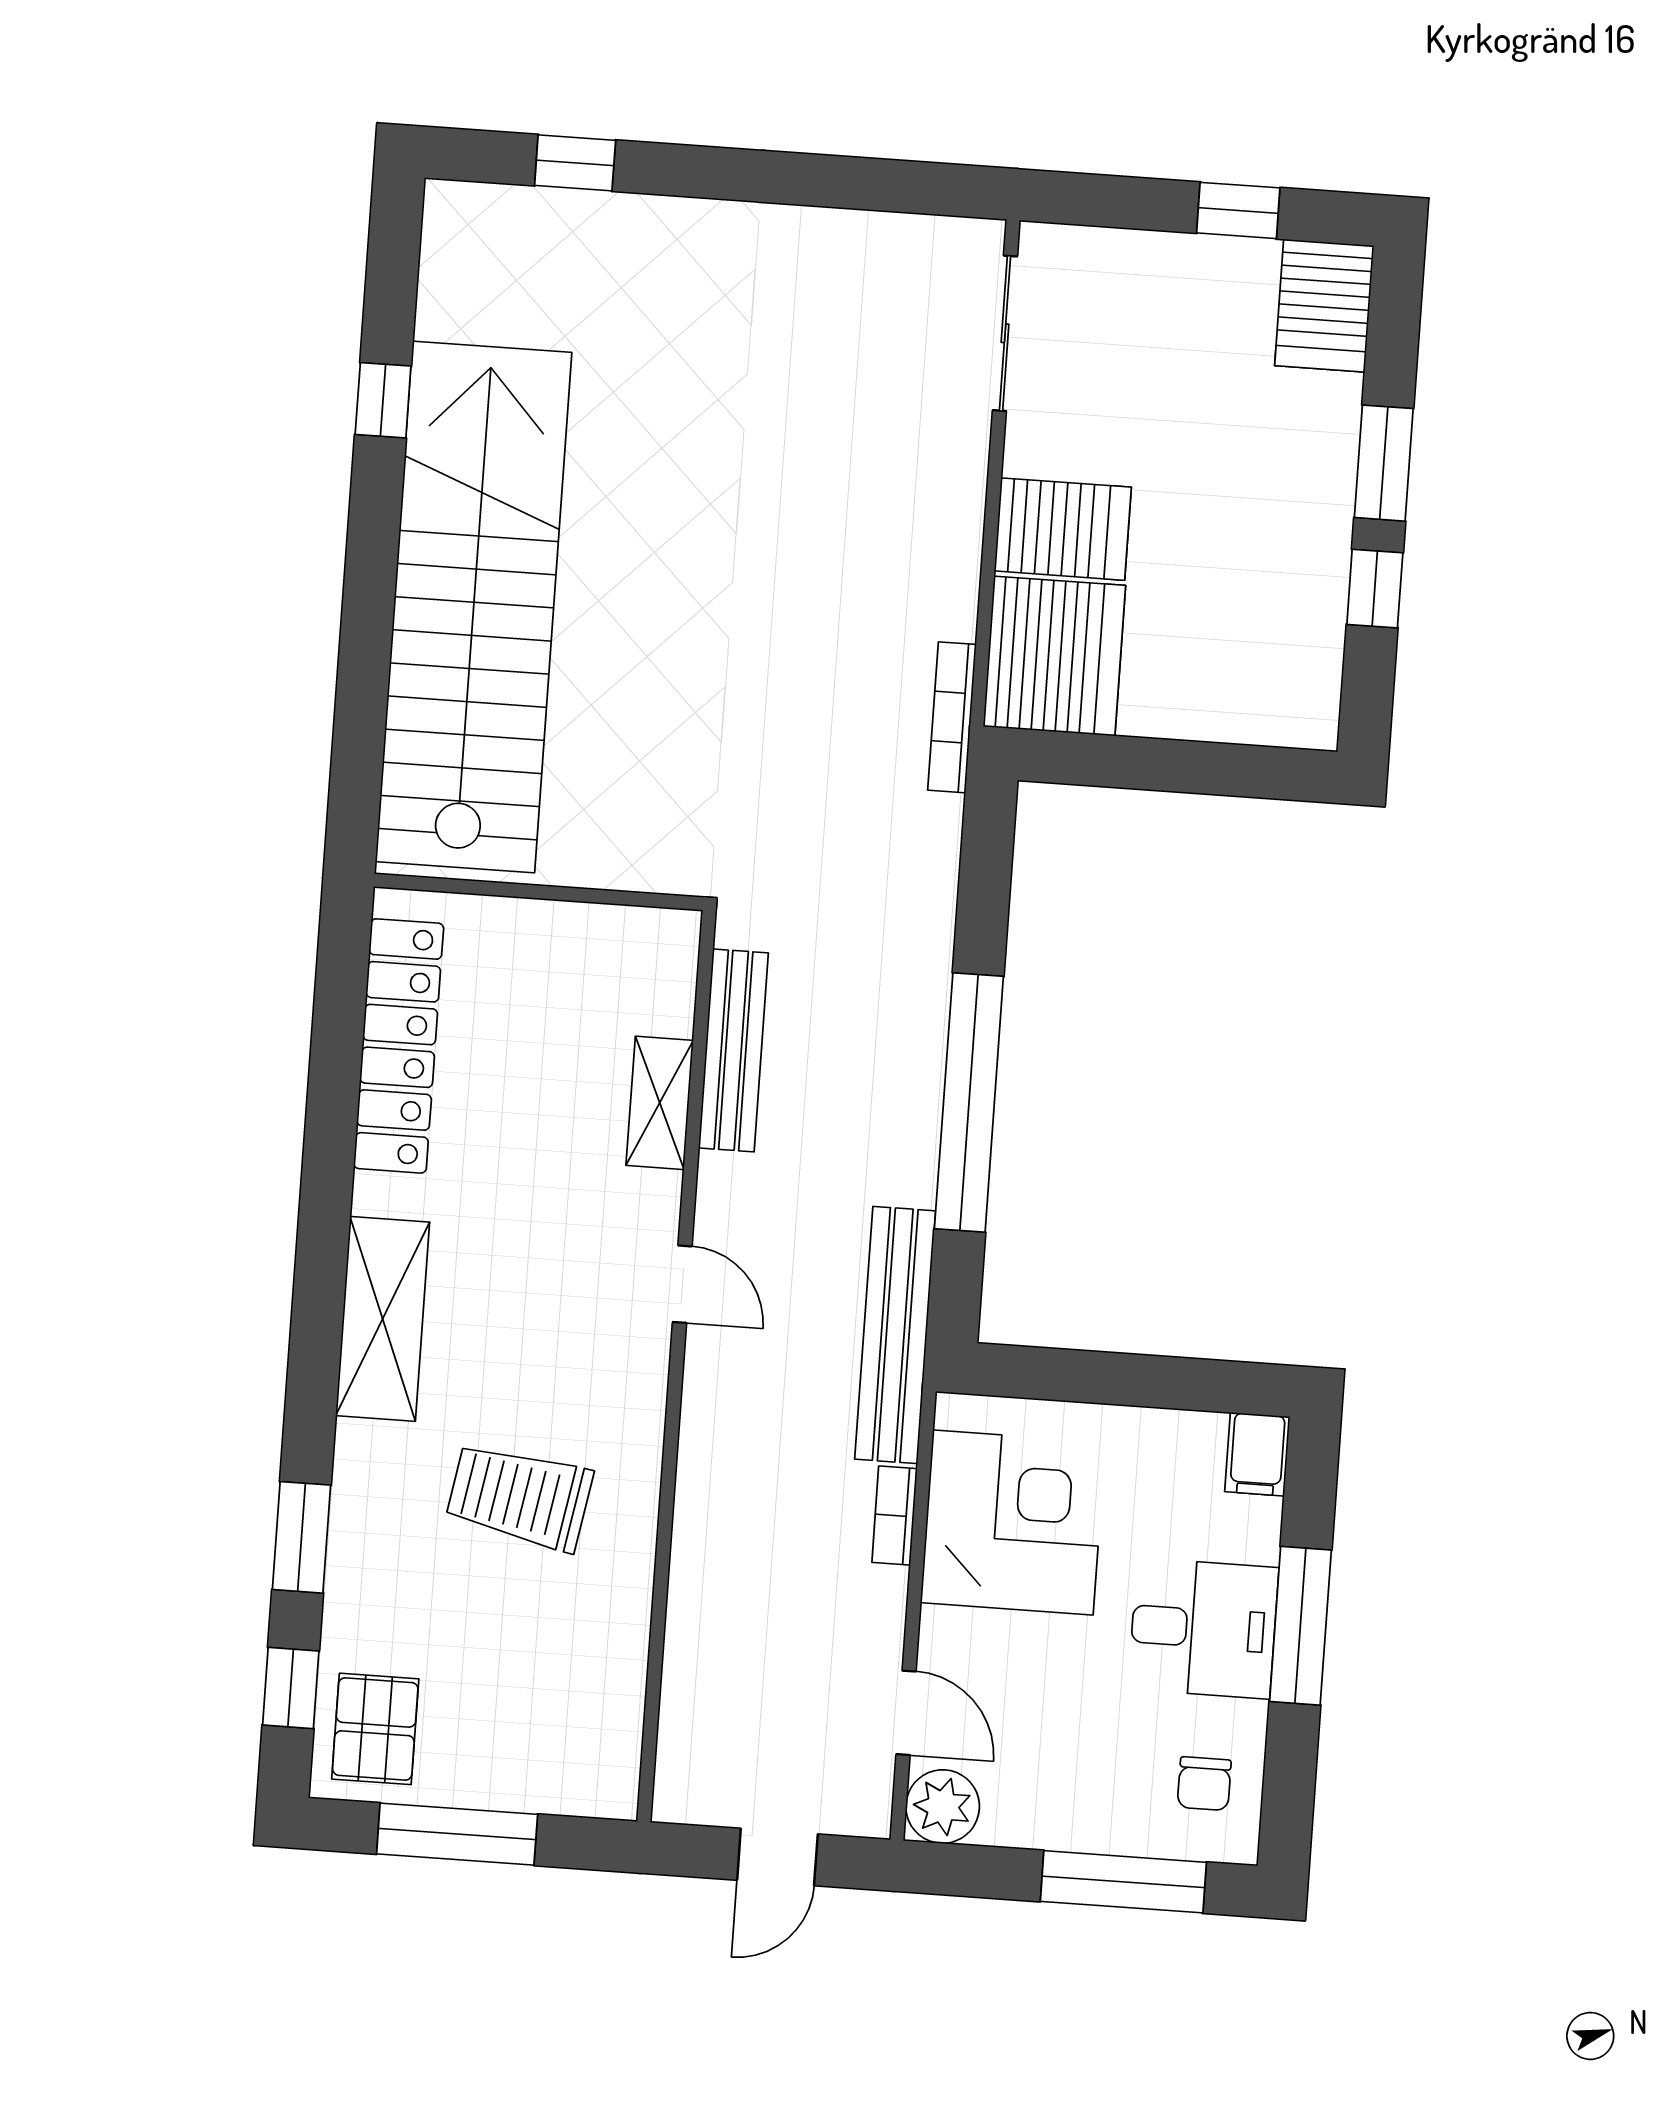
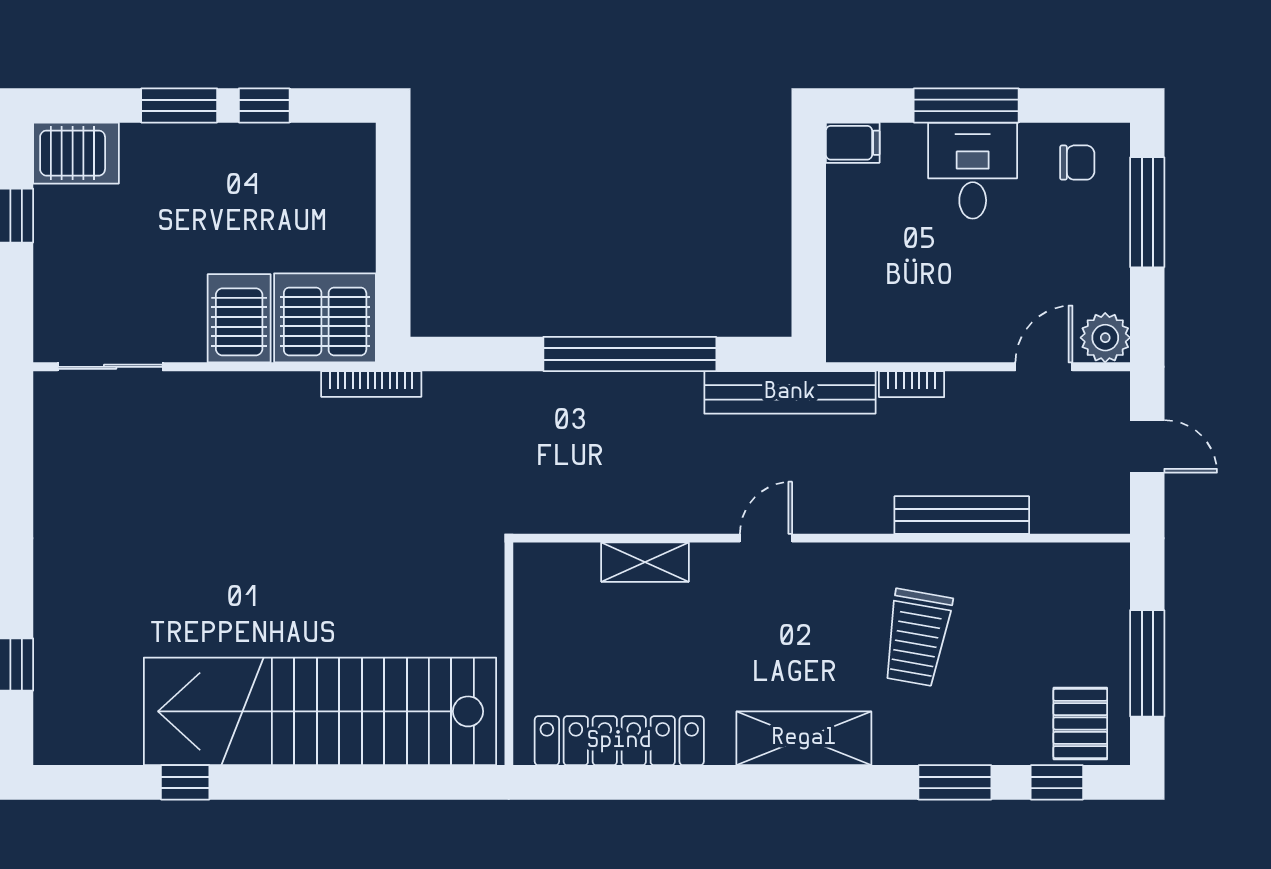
bench: (733, 1050) -> (962, 515), moved
corner desk: (1013, 1523) -> (911, 304), removed
pallet: (375, 1729) -> (1080, 723), turned 90

